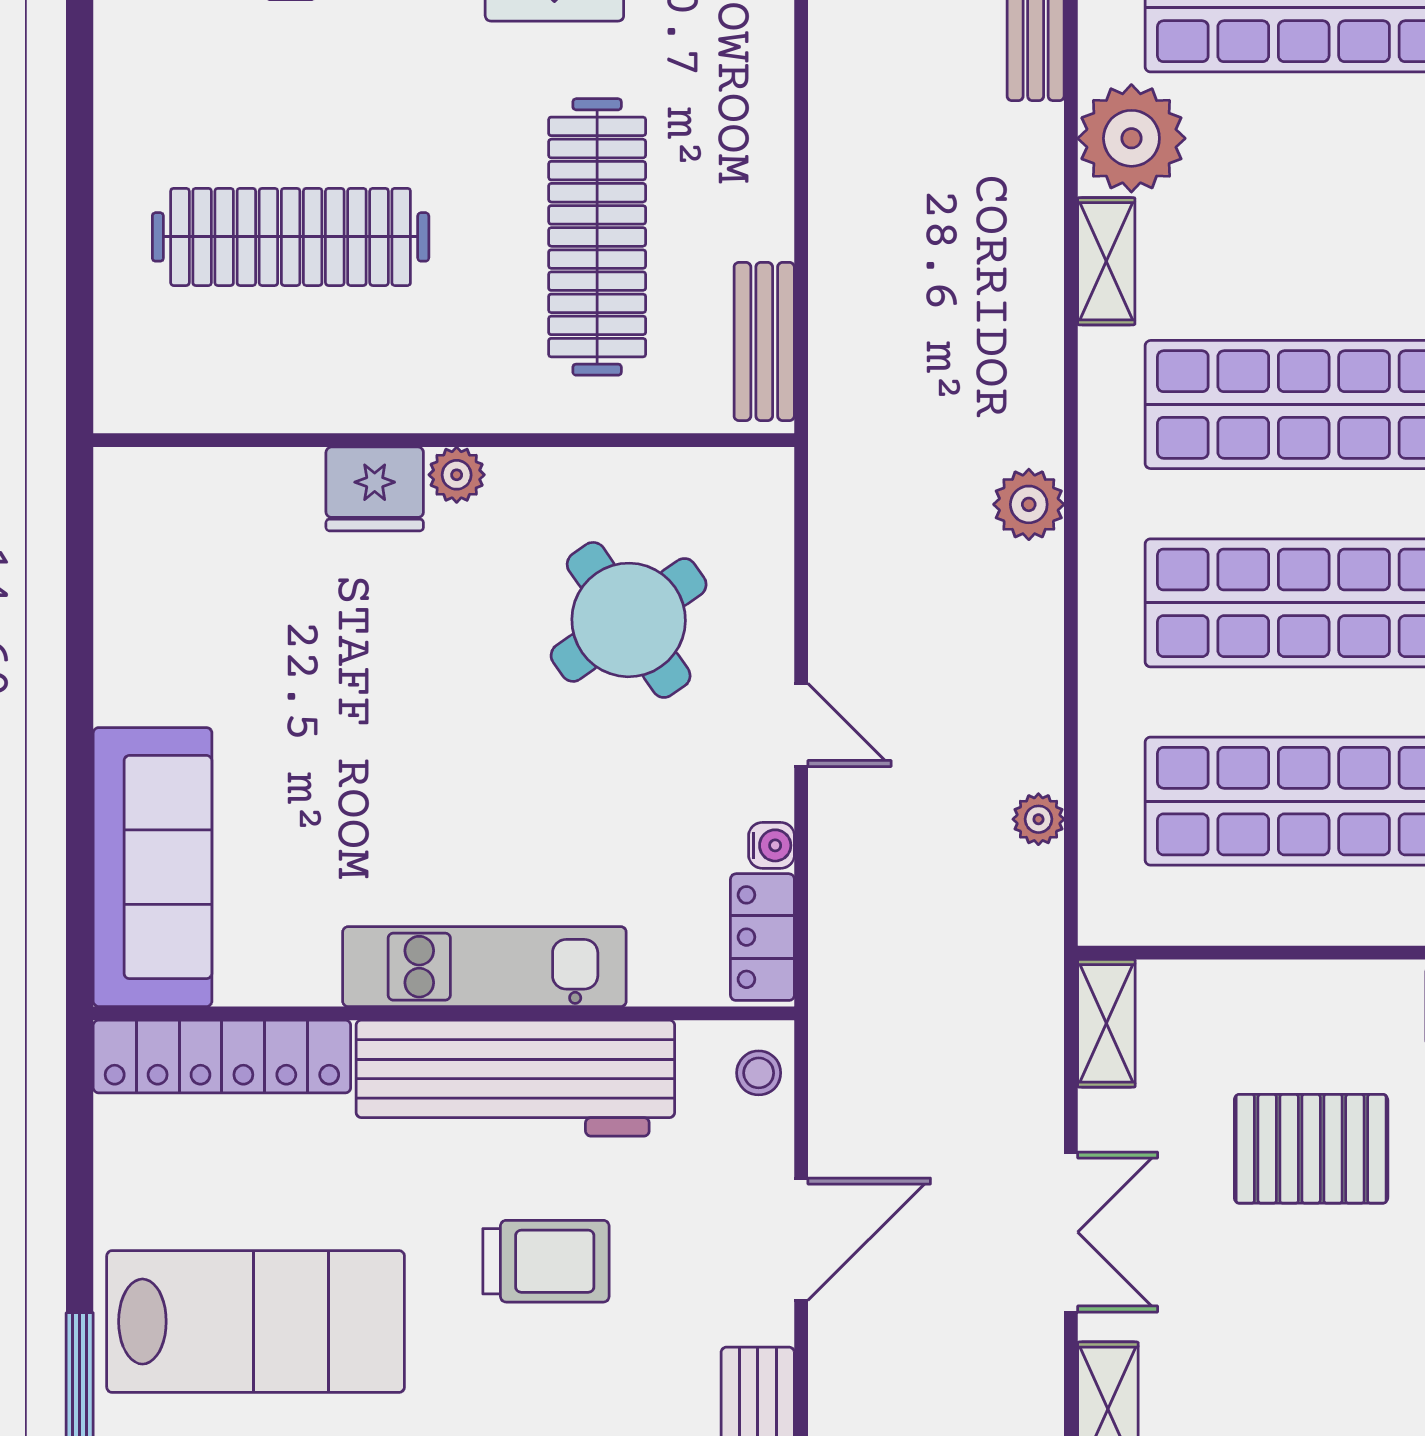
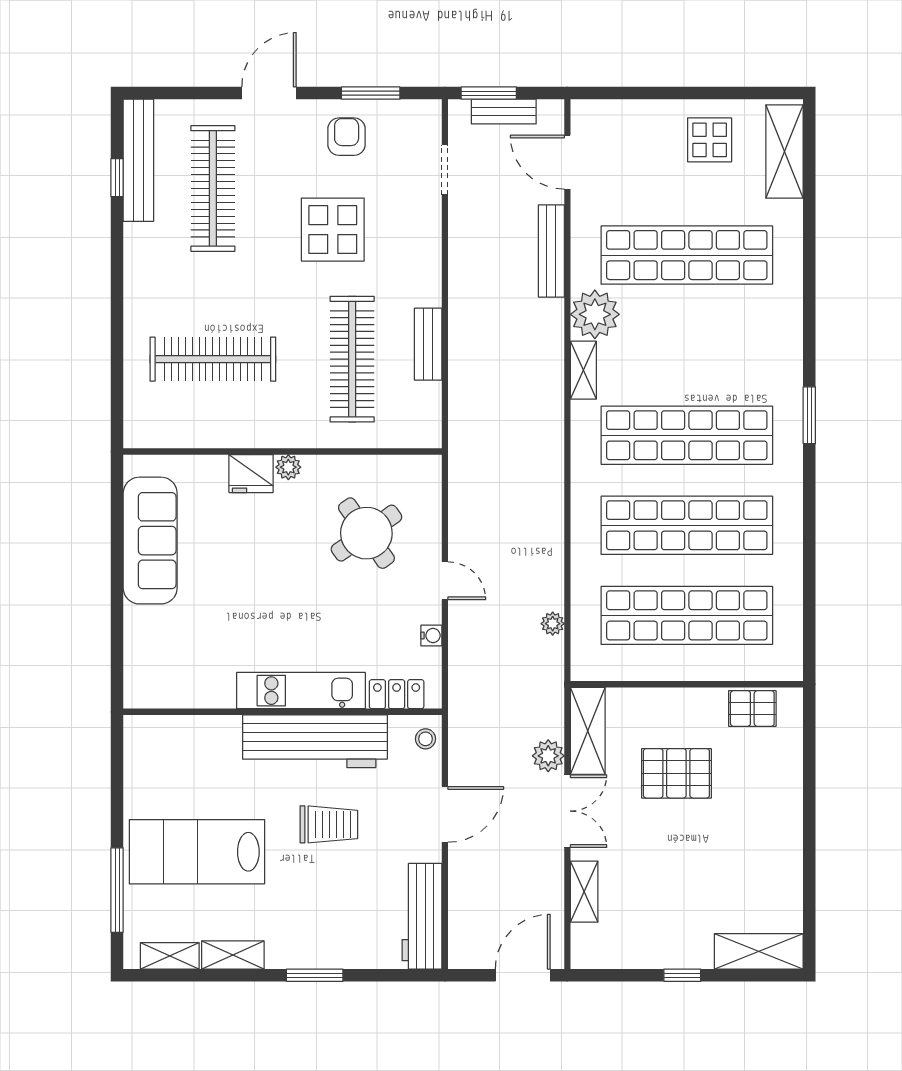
bench: (764, 341) -> (428, 344), moved
plant: (1029, 504) -> (548, 756), moved
sofa: (153, 867) -> (150, 541), moved
locker: (762, 937) -> (397, 694), moved, turned 90
shelving: (1106, 1023) -> (588, 731), width x1.50, depth x1.33
locker: (222, 1057) -> (182, 731), removed
lab bench: (256, 1322) -> (197, 852), turned 180

